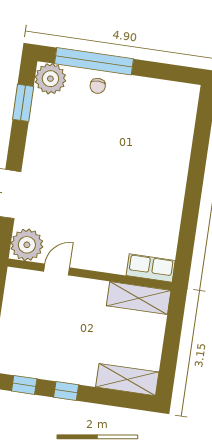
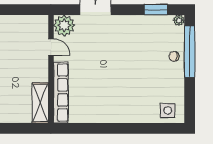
plant: (50, 79) -> (179, 20), width x0.53, depth x0.53
side table: (178, 107) -> (168, 111), added
row of seats: (151, 268) -> (61, 92), width x2.02

